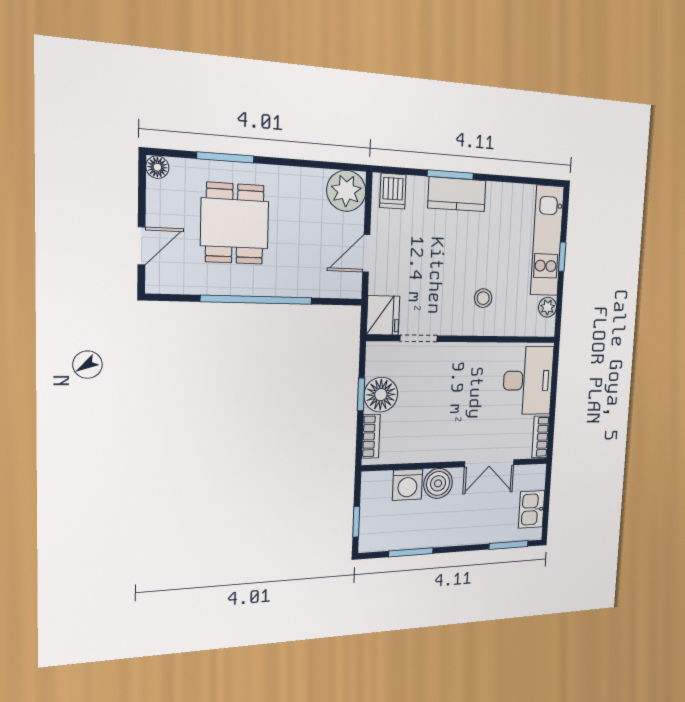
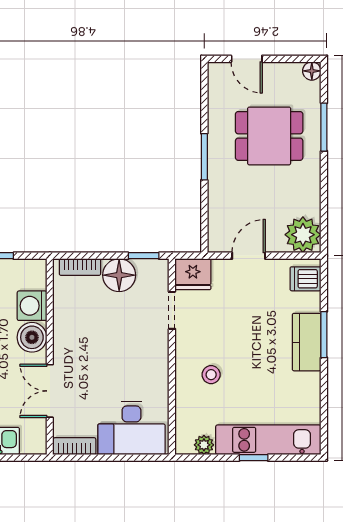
door: (366, 253) -> (249, 256), hinge flipped
window: (257, 300) -> (204, 157), width x0.47
window: (361, 394) -> (144, 256), moved

